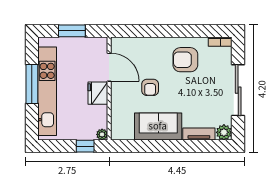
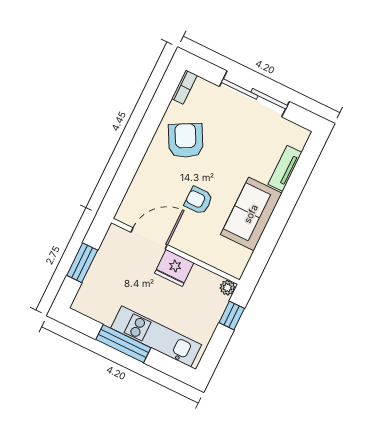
armchair: (185, 60) -> (186, 140), turned 152
armchair: (150, 87) -> (198, 200), turned 180
kitchen unit: (47, 91) -> (156, 336), width x0.73
plant: (224, 132) -> (298, 137), removed

